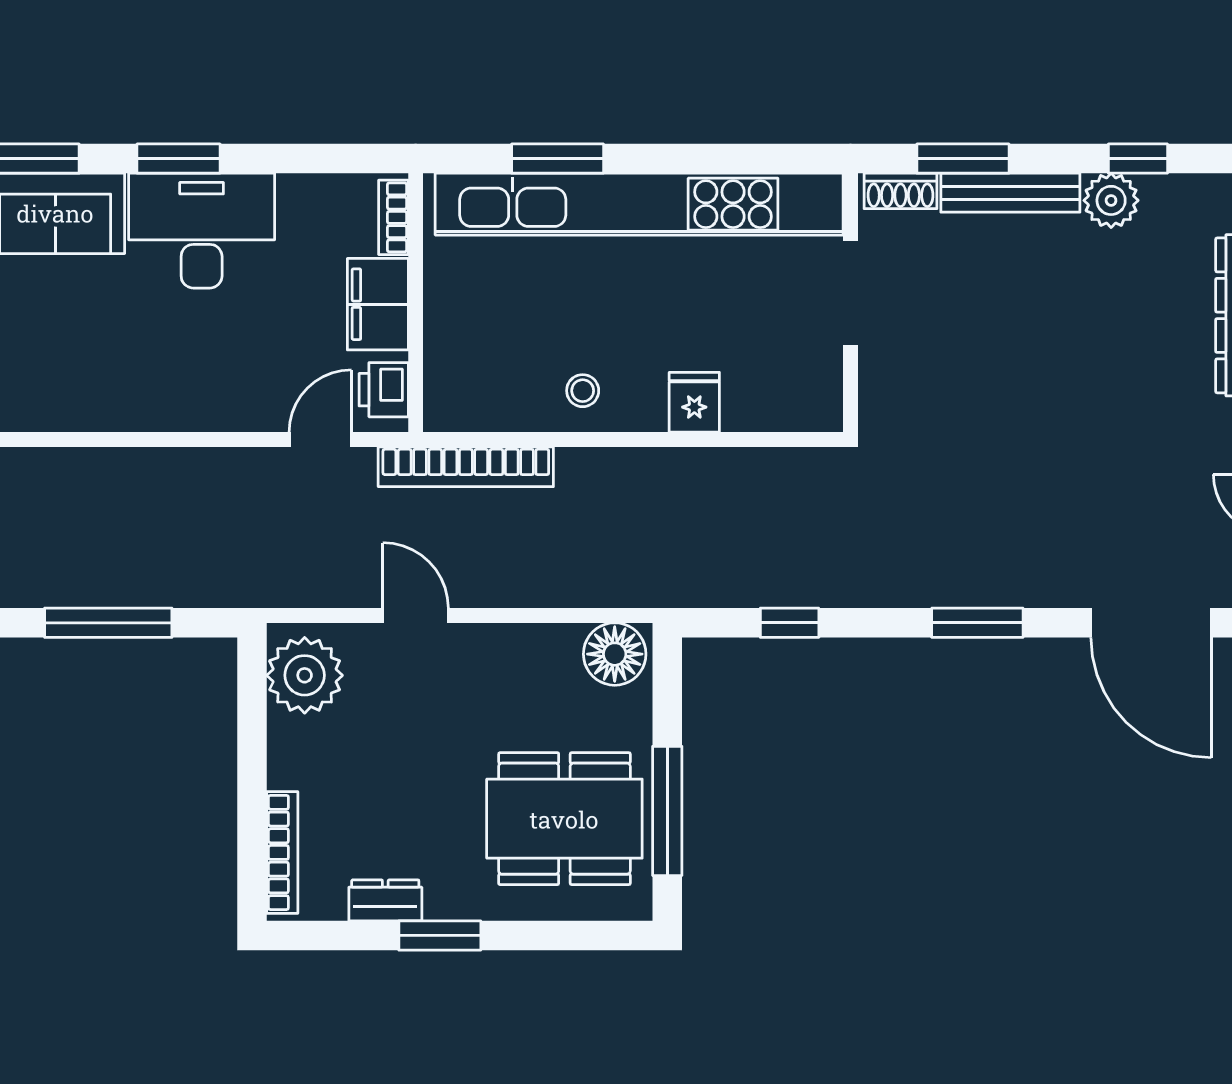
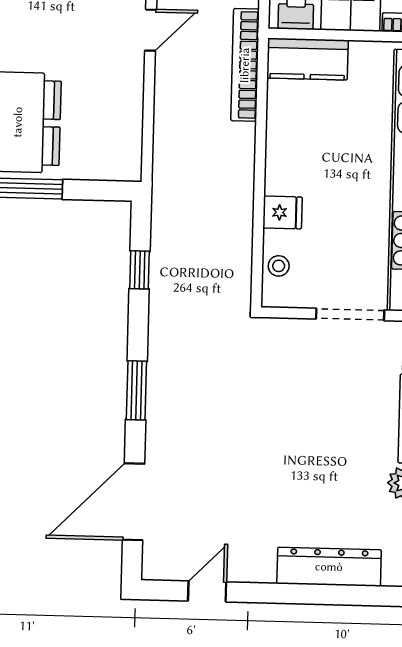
kitchen counter: (454, 370) -> (308, 59), added
stool: (583, 391) -> (279, 266), moved
floor lamp: (615, 654) -> (122, 157), removed

